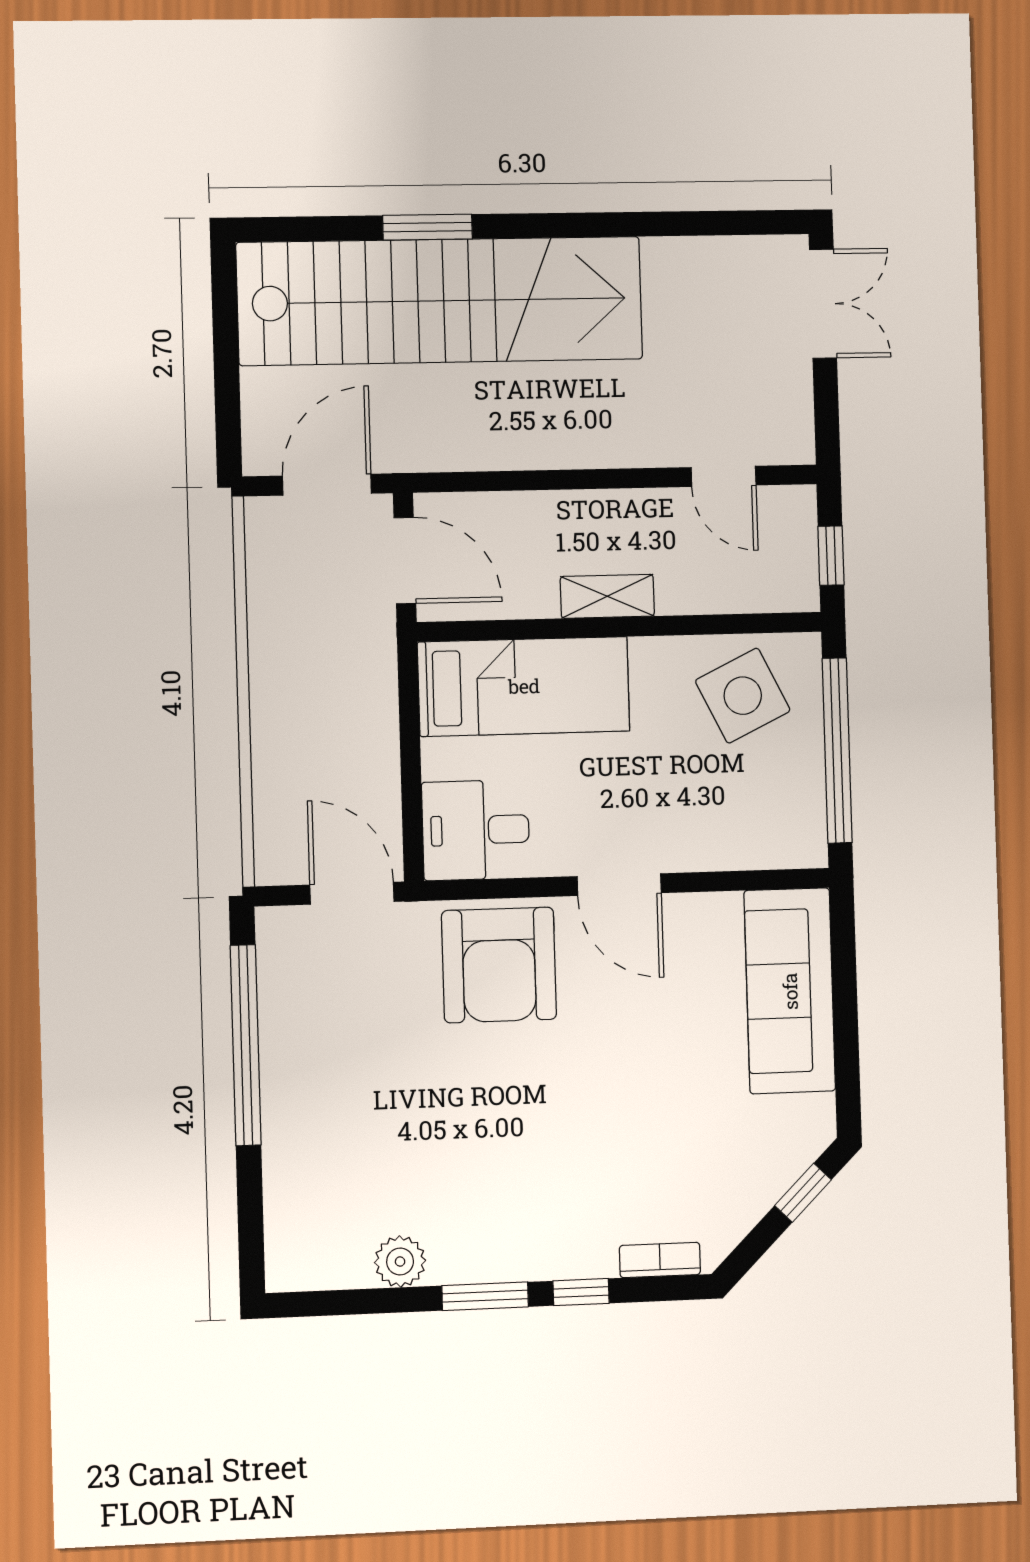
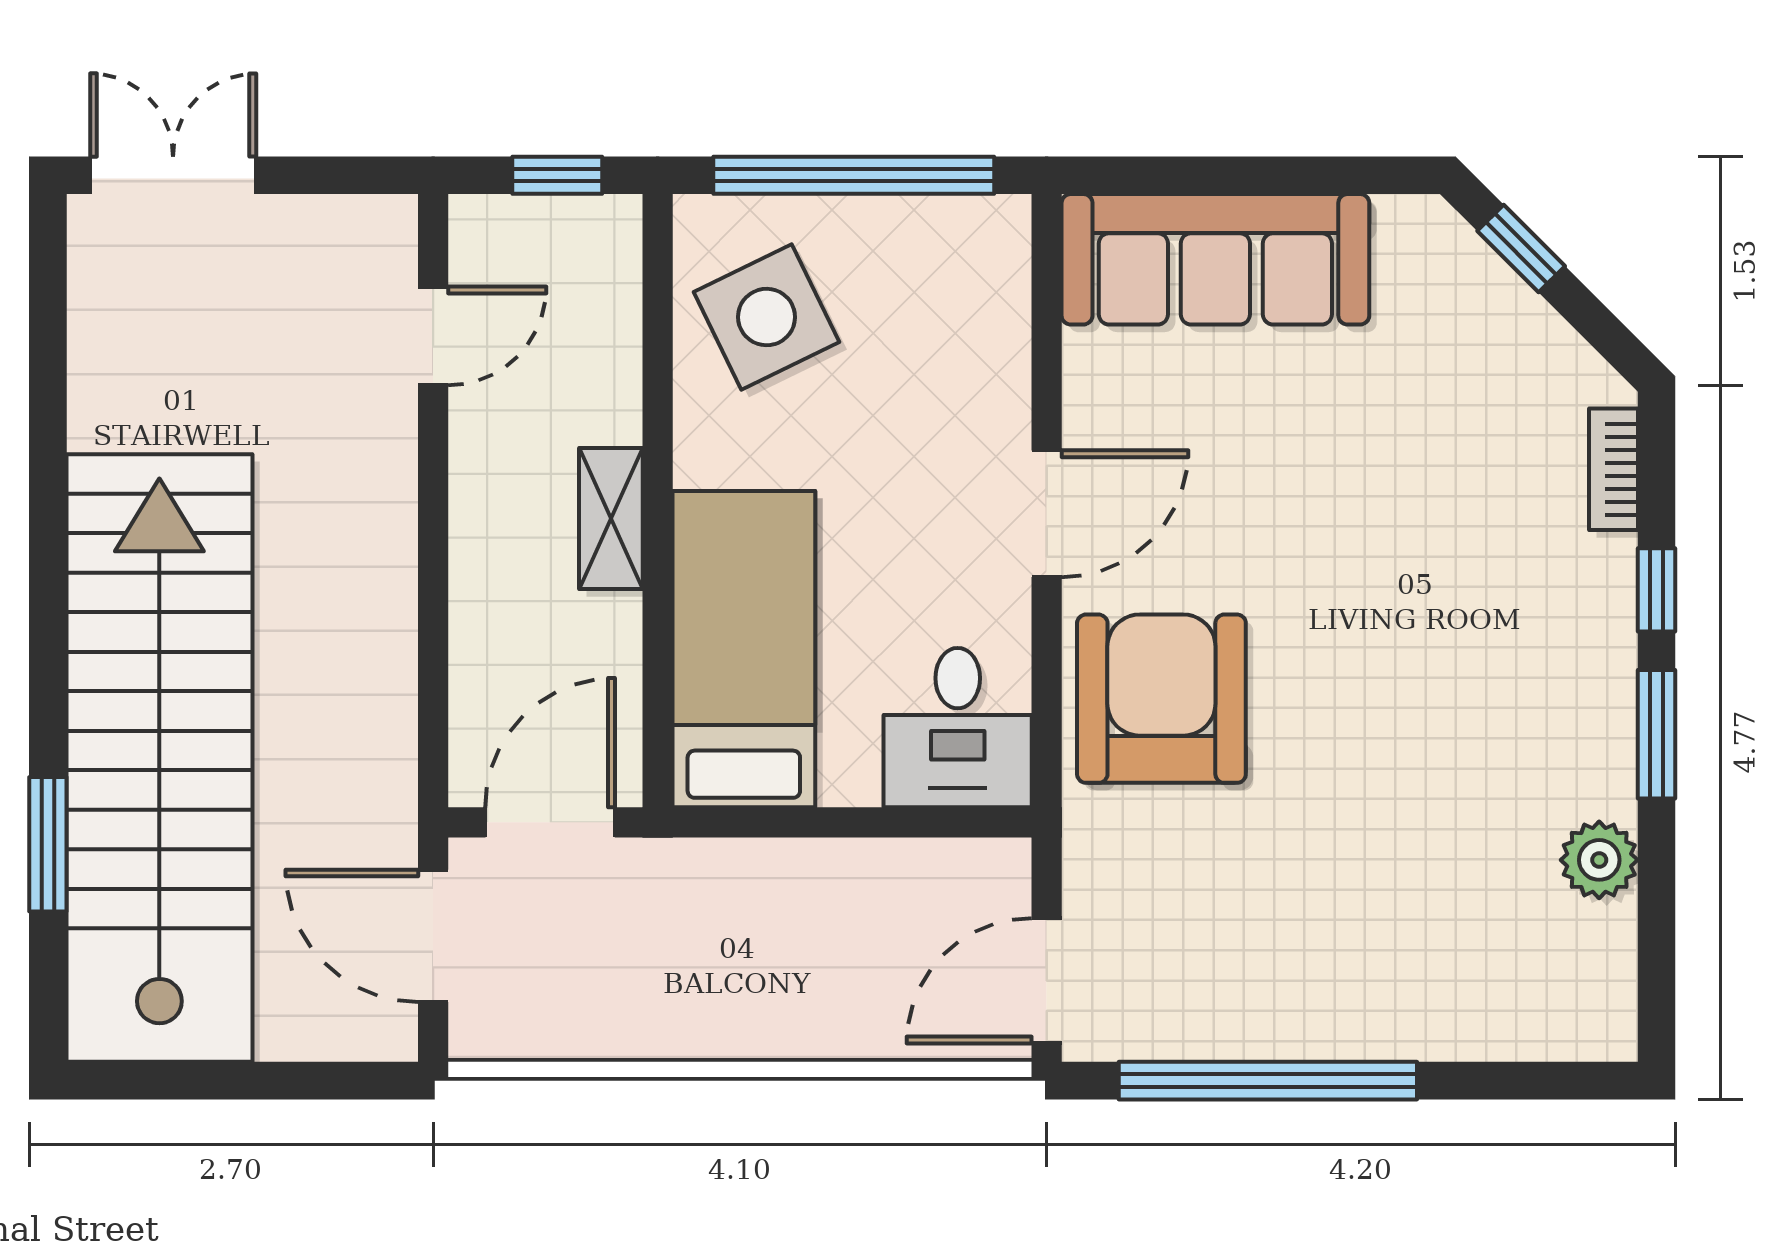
window: (428, 227) -> (48, 844), moved
door: (352, 893) -> (1047, 981), moved
armchair: (499, 965) -> (1161, 699), turned -90

